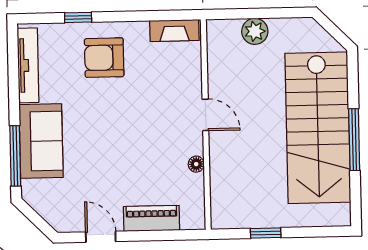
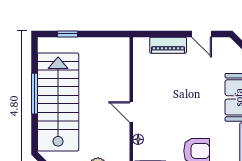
floor lamp: (196, 164) -> (138, 139), moved
window: (266, 233) -> (67, 34), moved

